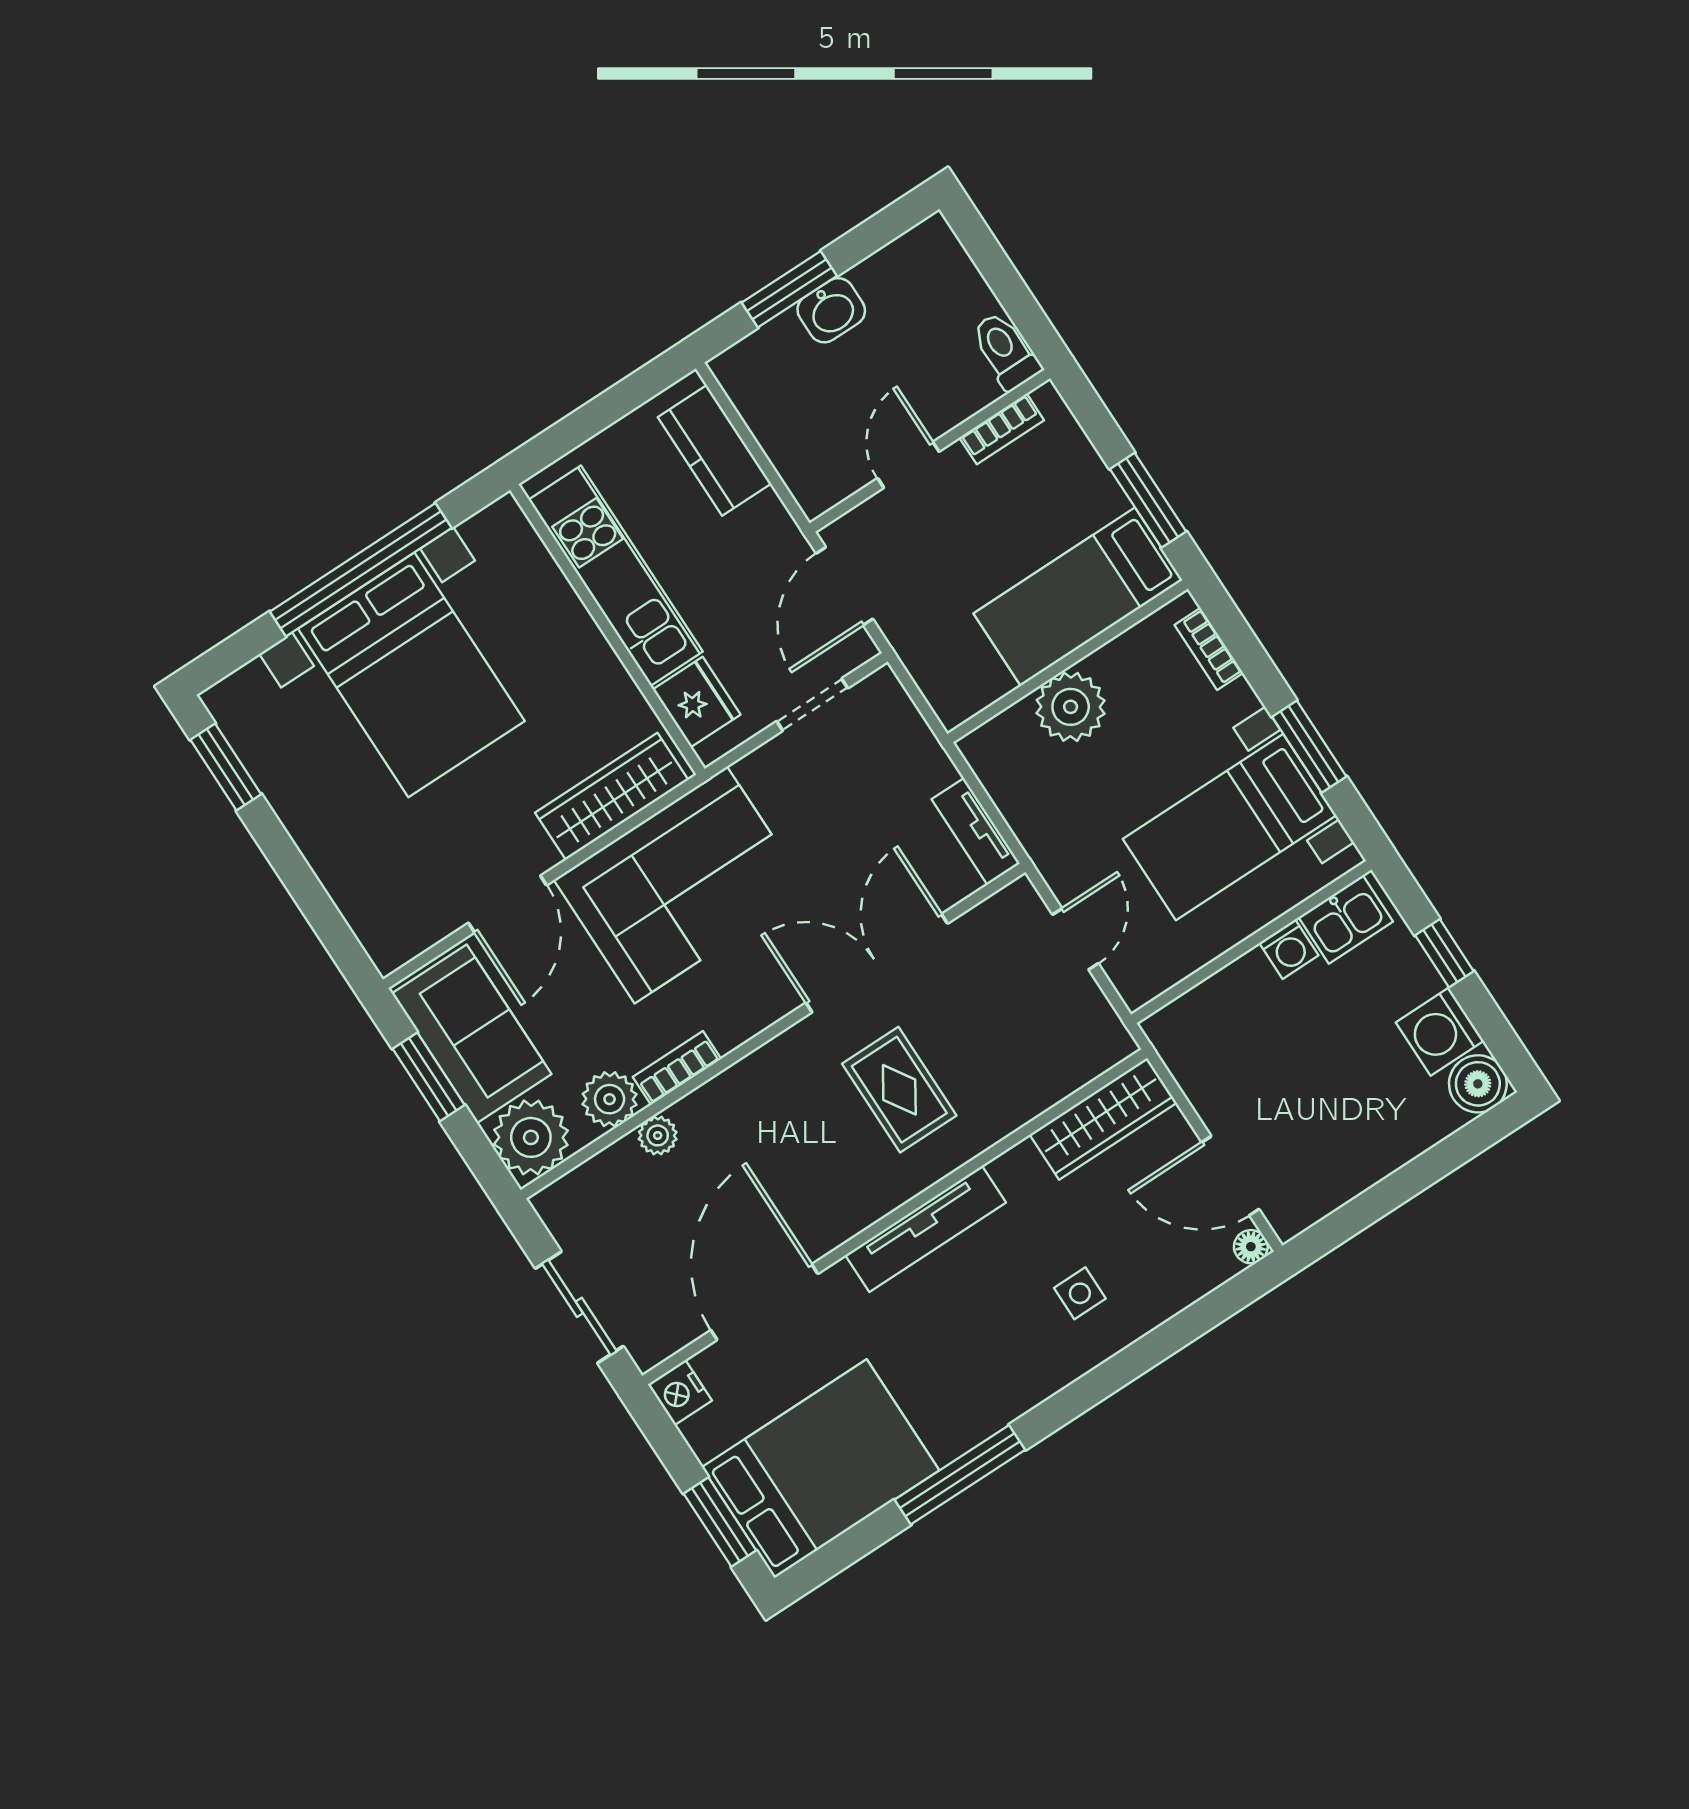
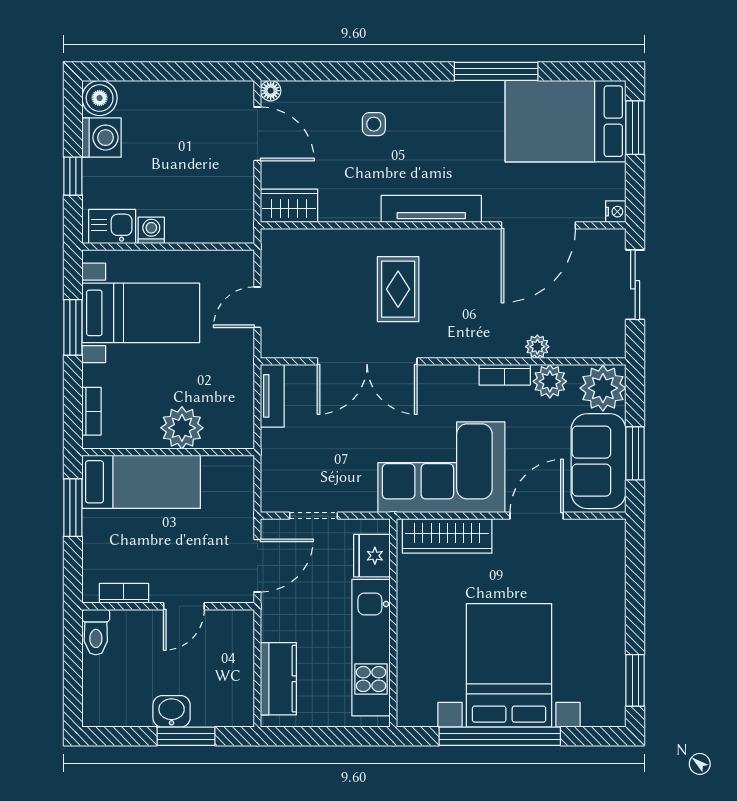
wardrobe: (1103, 1119) -> (289, 206), width x0.67
nightstand: (680, 1393) -> (616, 212), width x0.72, depth x0.74

